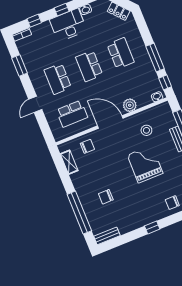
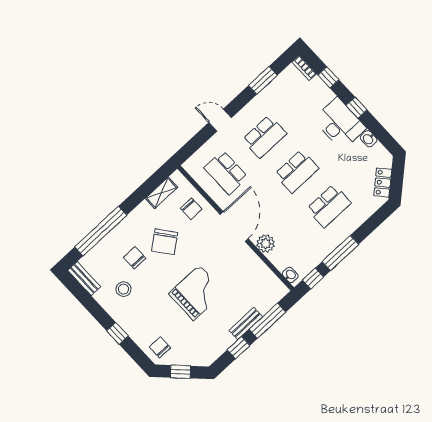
school desk: (89, 66) -> (297, 171), turned 180
school desk: (58, 79) -> (264, 137), turned 180
stool: (146, 130) -> (123, 289), moved
chair: (103, 173) -> (165, 242), added

